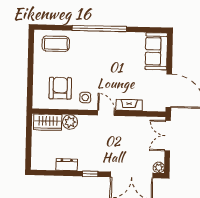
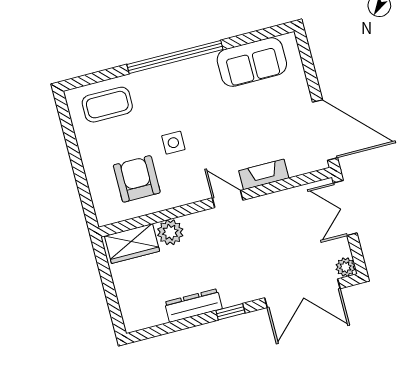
sofa: (156, 51) -> (252, 62), moved, turned -90
side table: (85, 98) -> (173, 143), moved
dresser: (67, 165) -> (193, 305), width x1.44

